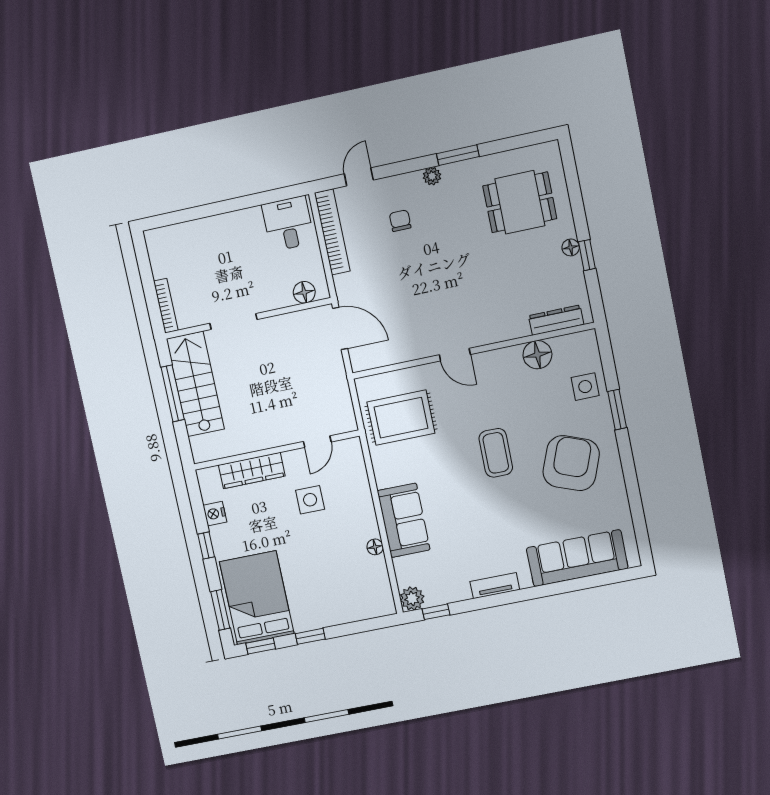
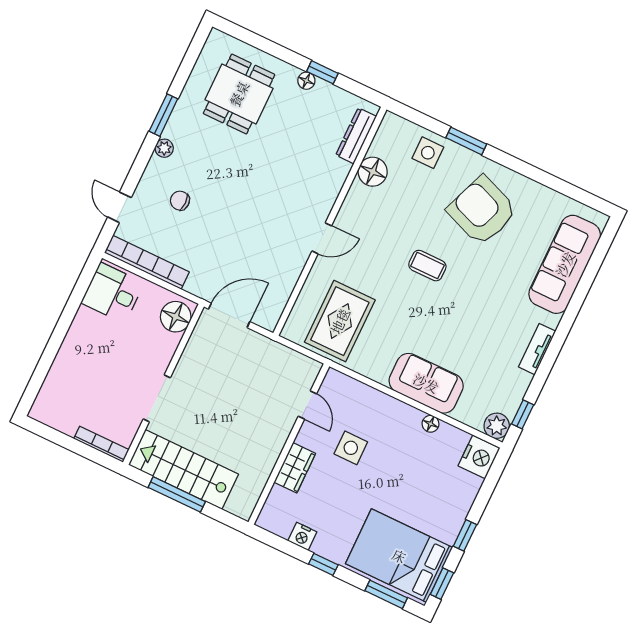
floor lamp: (304, 292) -> (176, 317), width x1.38, depth x1.38
coffee table: (496, 453) -> (427, 266), width x0.73, depth x0.77
wardrobe: (252, 470) -> (295, 468), width x0.67
nightstand: (378, 603) -> (479, 457), added

